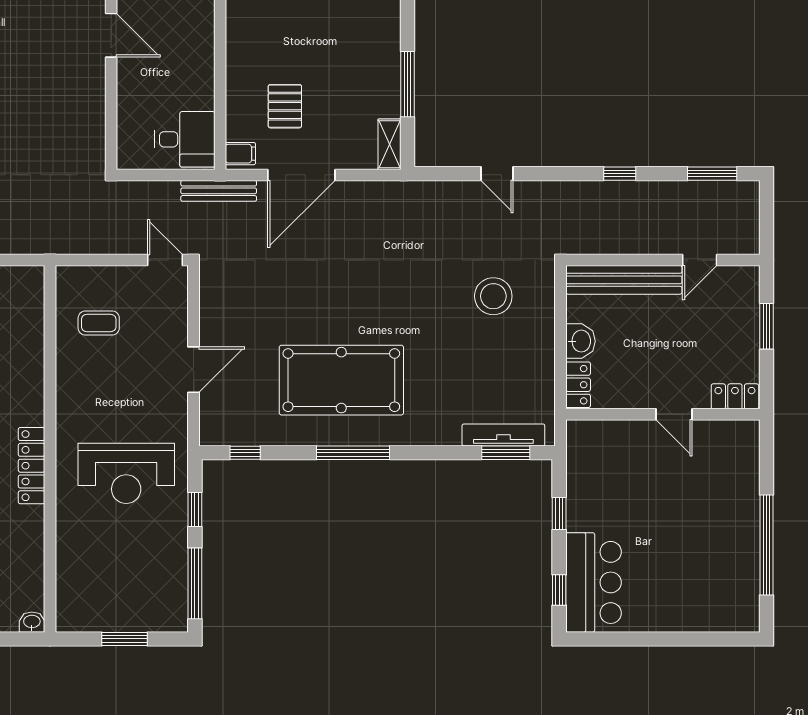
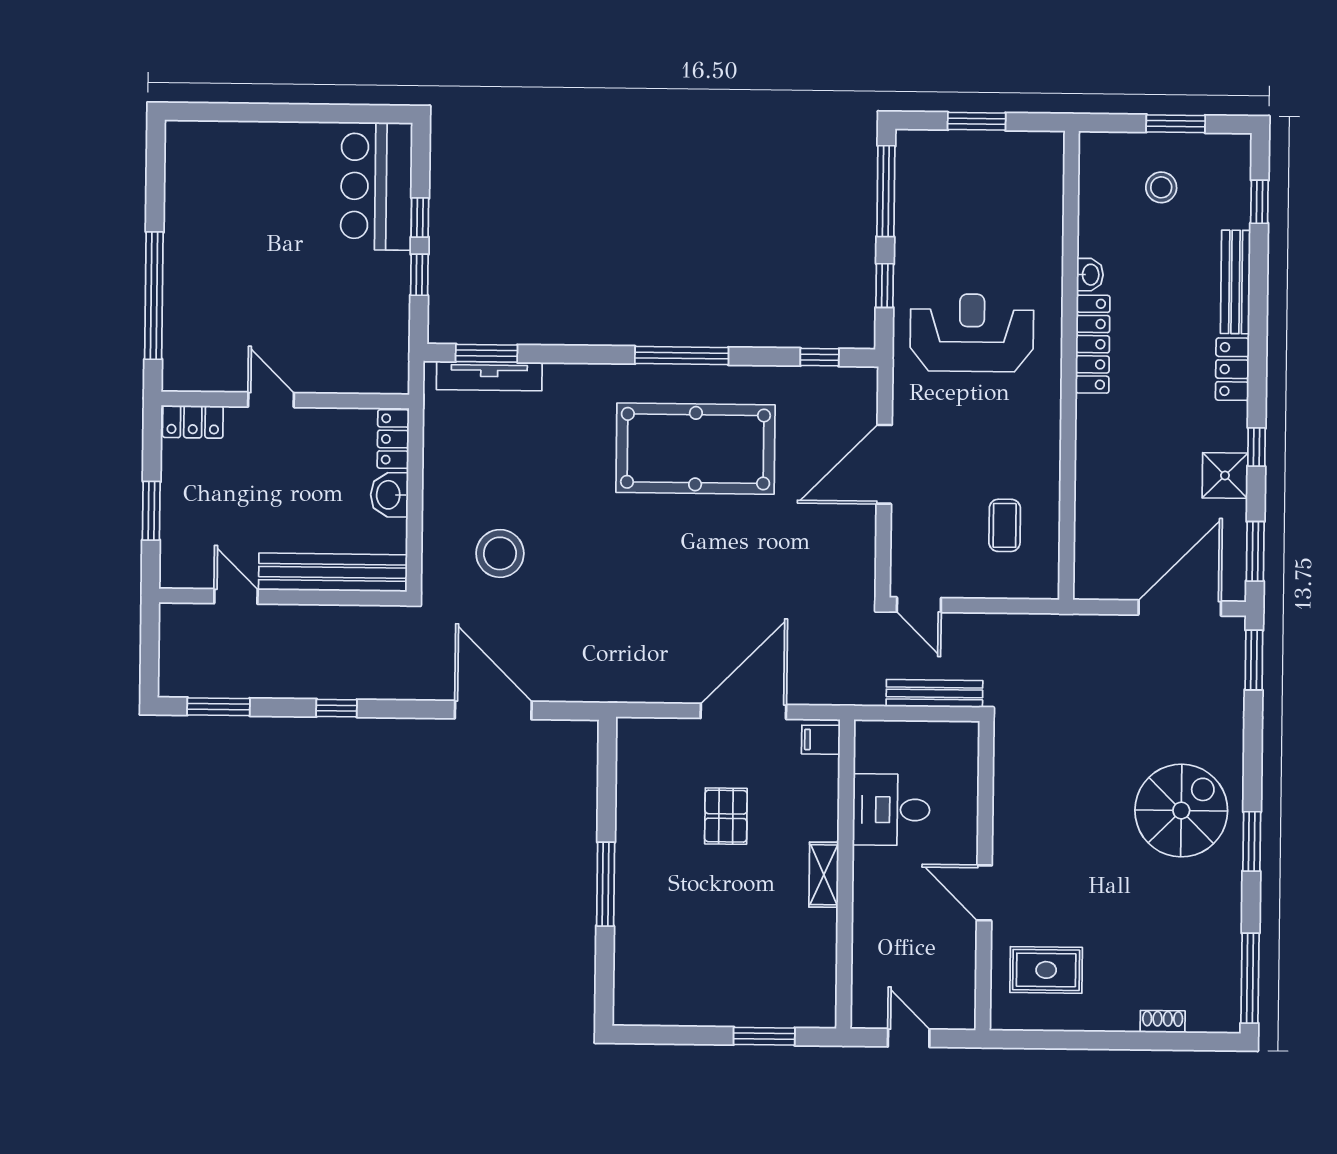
window: (408, 84) -> (606, 884), moved
pallet: (285, 106) -> (726, 816), moved
desk: (185, 139) -> (891, 810), moved
shelving: (389, 144) -> (824, 875), moved
door: (497, 174) -> (493, 710), width x1.88
bench: (219, 191) -> (934, 693), moved
door: (700, 260) -> (236, 596), hinge flipped
coffee table: (99, 323) -> (1005, 525), turned 90
door: (194, 370) -> (884, 464), width x1.36
window: (767, 545) -> (154, 296), moved
window: (559, 590) -> (420, 218), moved
washbasin: (32, 622) -> (1090, 275), moved, turned -90

